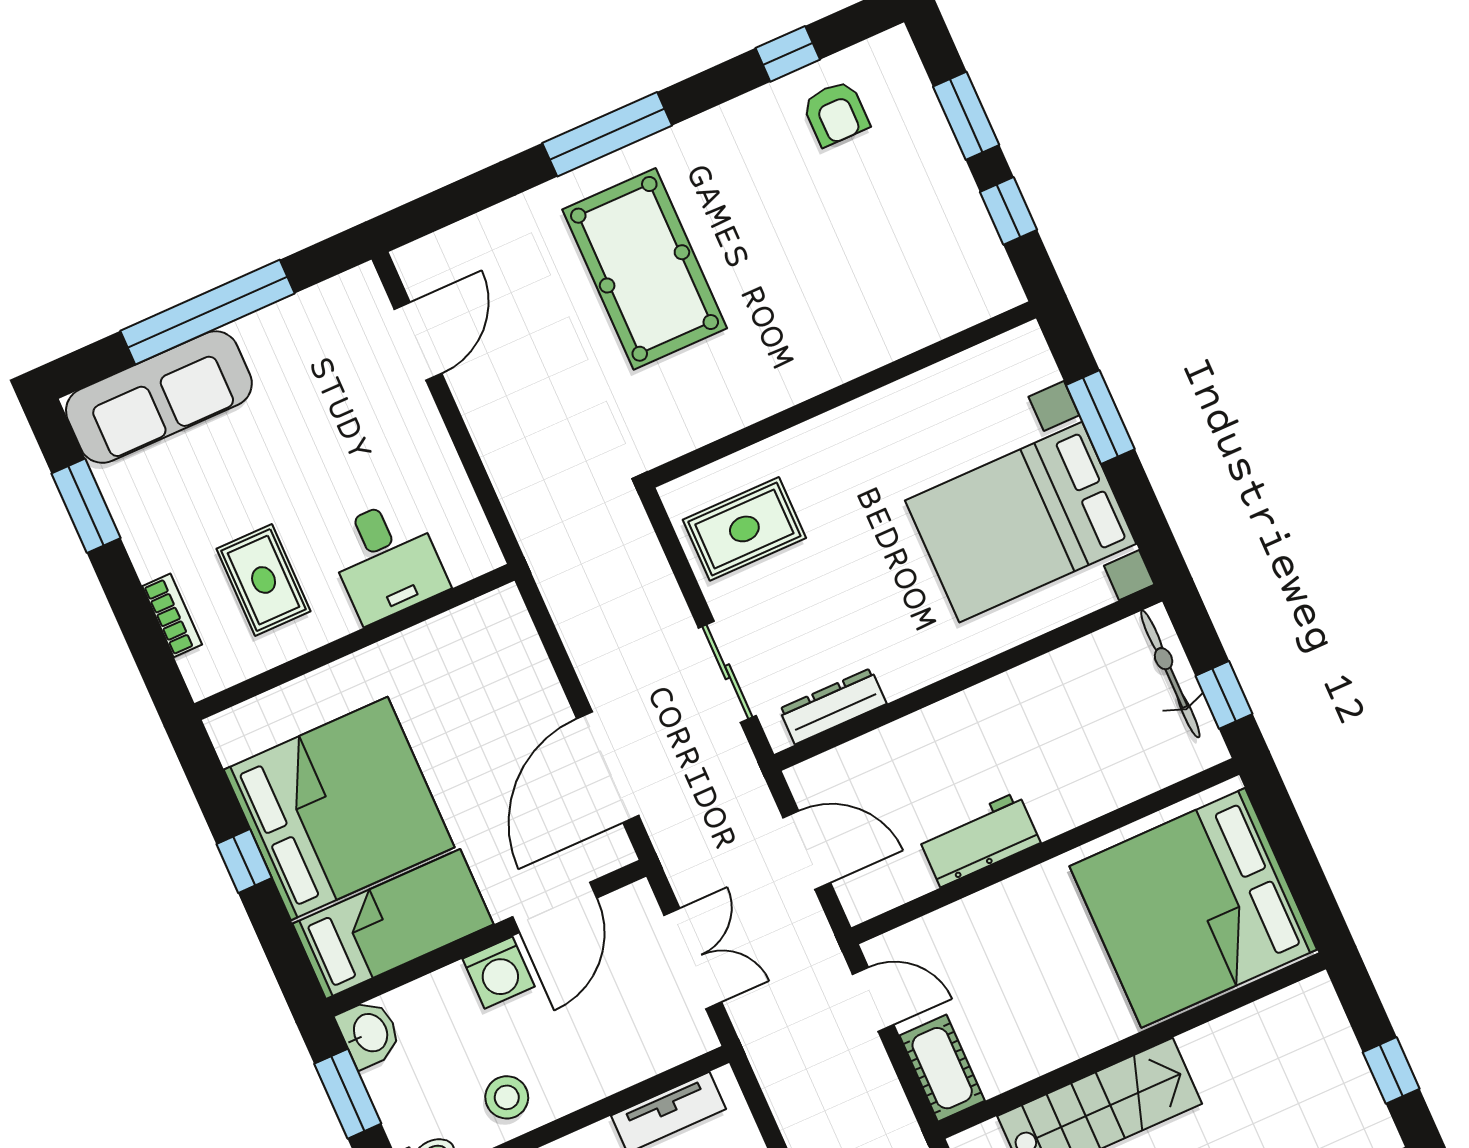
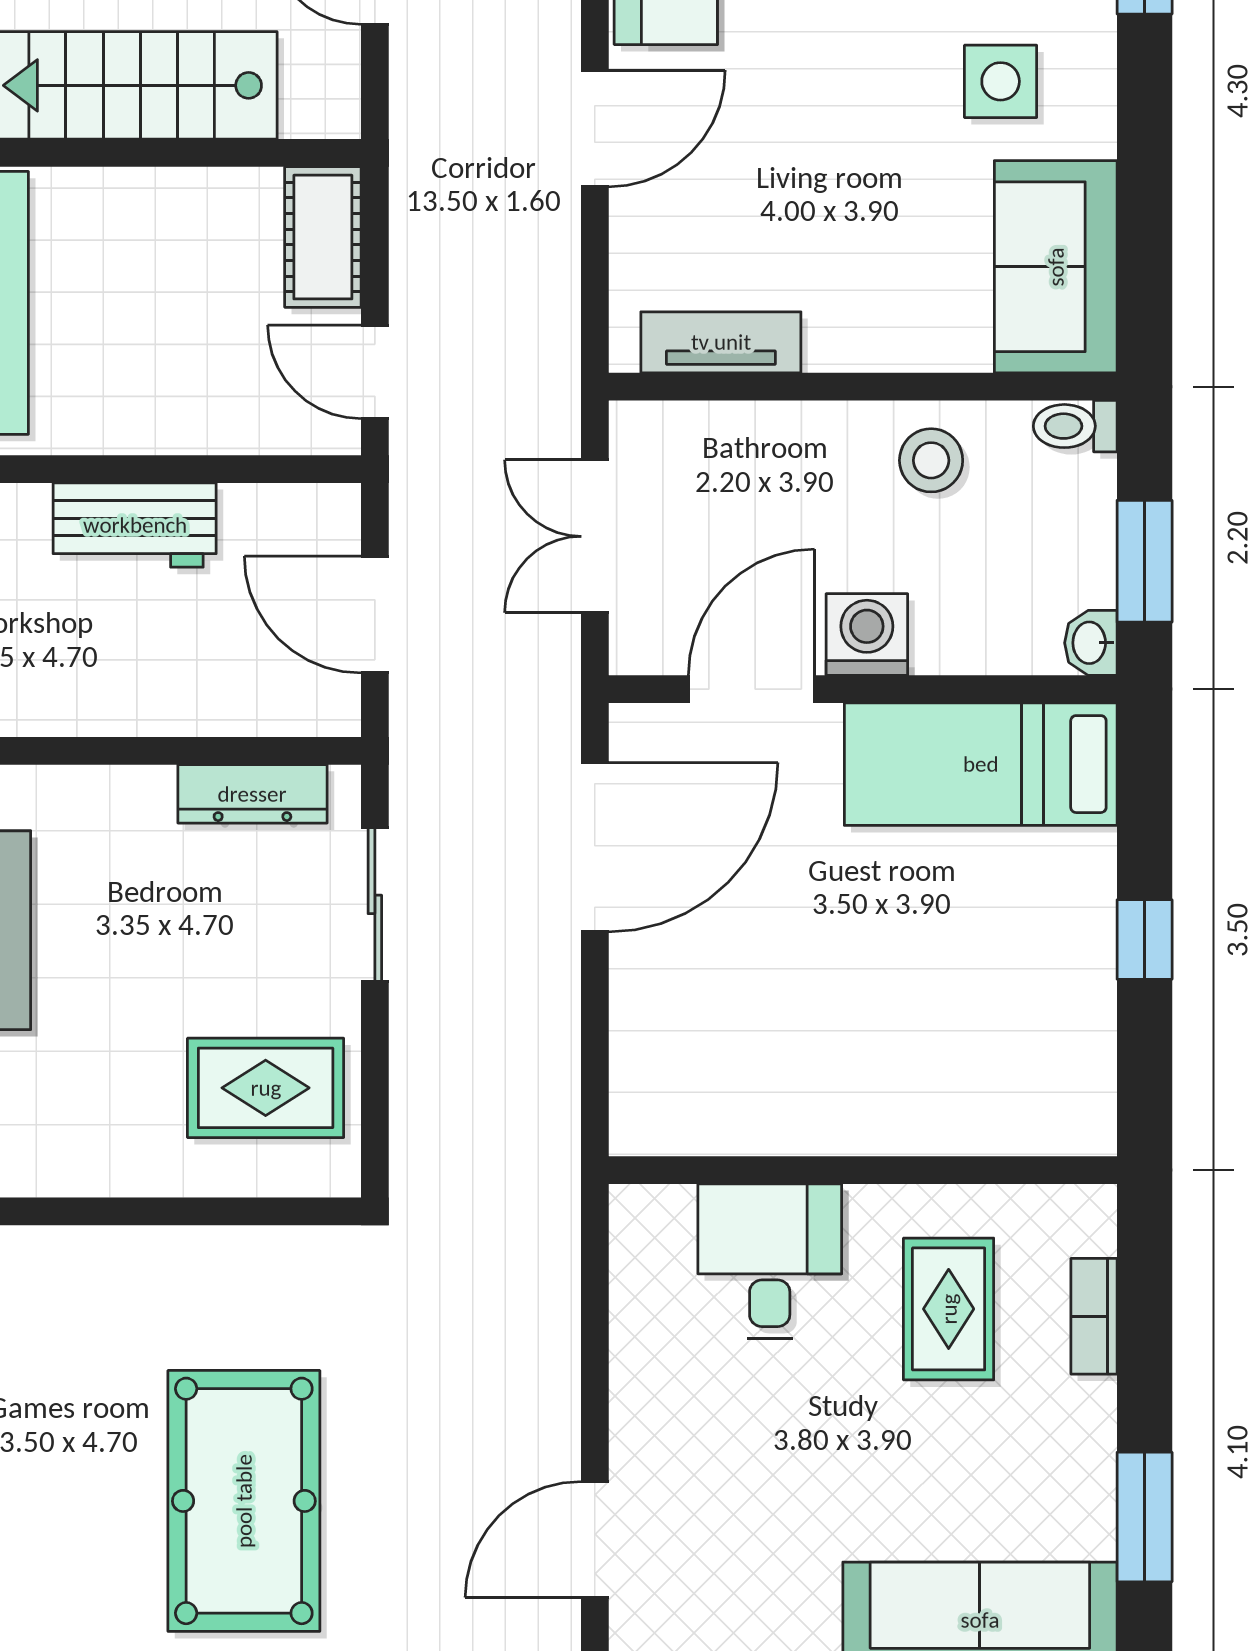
bed: (339, 808) -> (984, 953), removed
washbasin: (369, 1033) -> (1091, 643), width x0.72, depth x0.69

